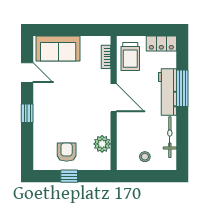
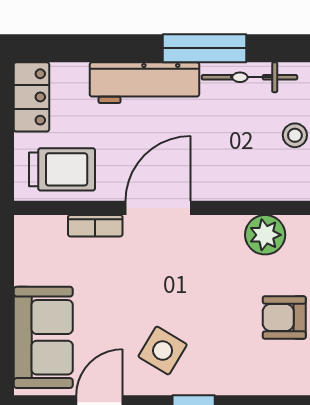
bookcase: (106, 57) -> (95, 226), moved
window: (182, 88) -> (204, 48), moved
side table: (52, 100) -> (163, 350), added

